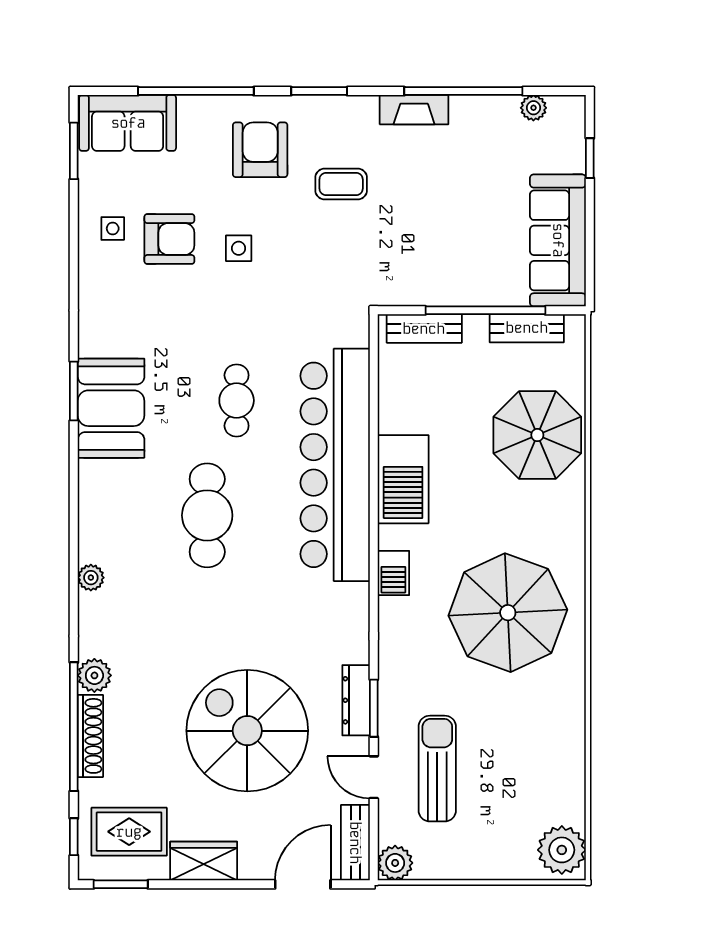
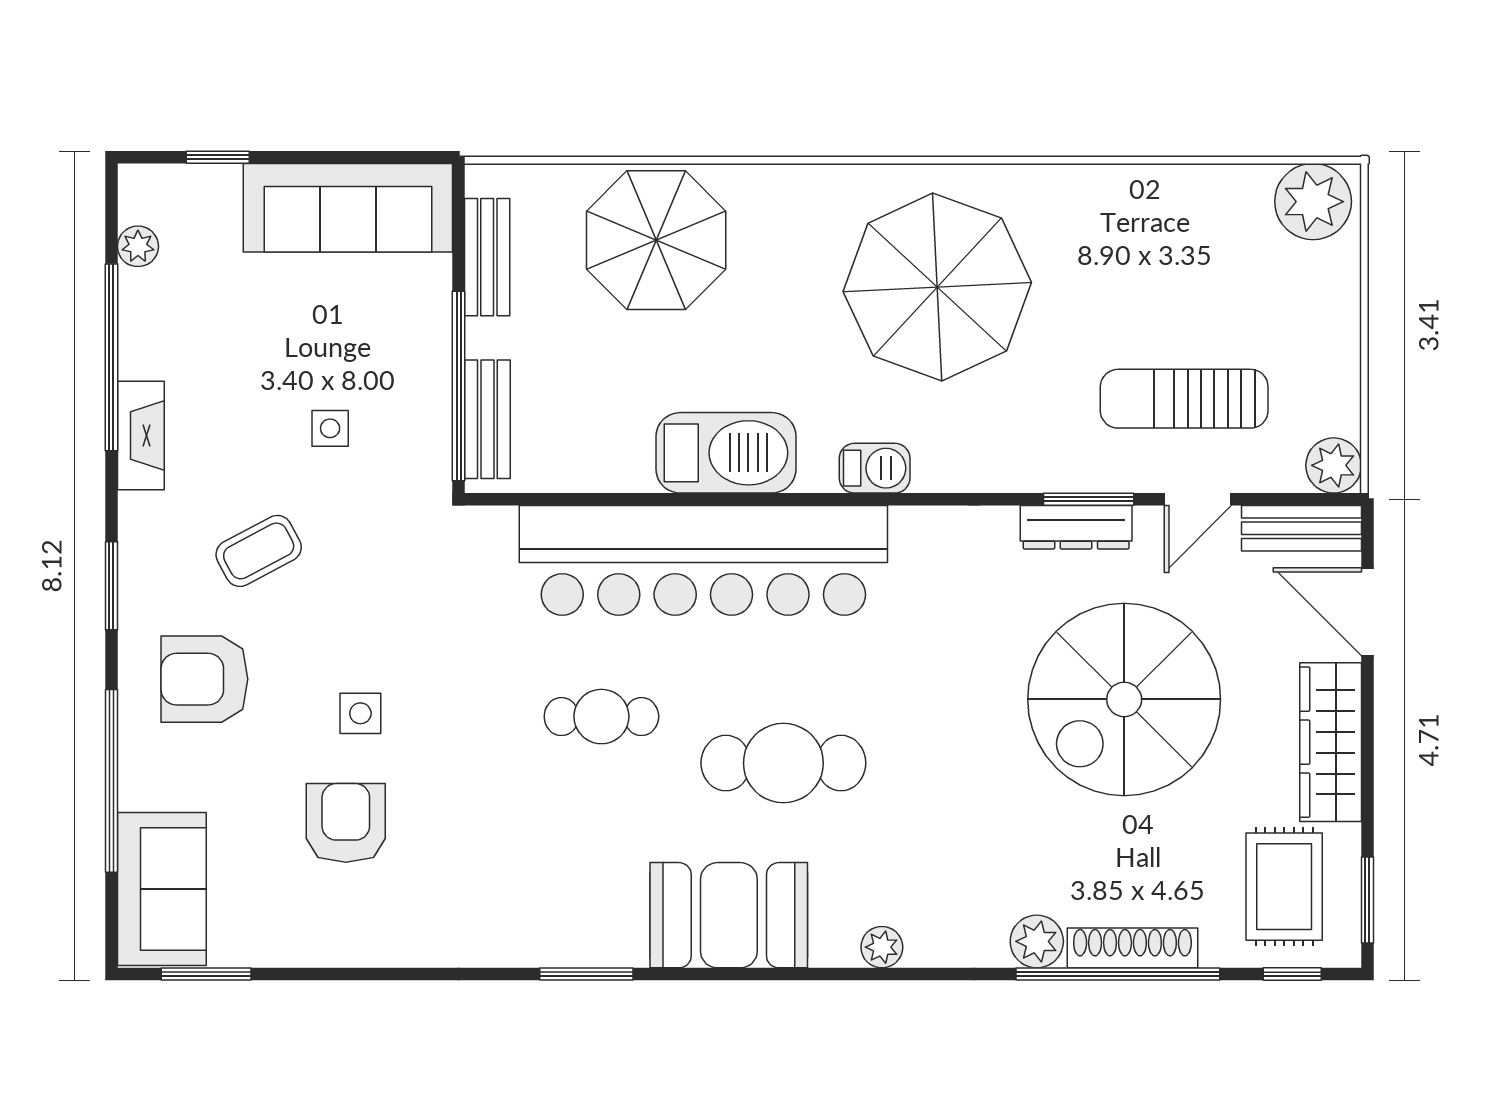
coffee table: (341, 184) -> (259, 551), turned 62
side table: (113, 228) -> (330, 428), moved
window: (485, 310) -> (459, 386), moved
booth: (111, 408) -> (729, 915), moved
wardrobe: (204, 861) -> (1331, 742), width x1.50

